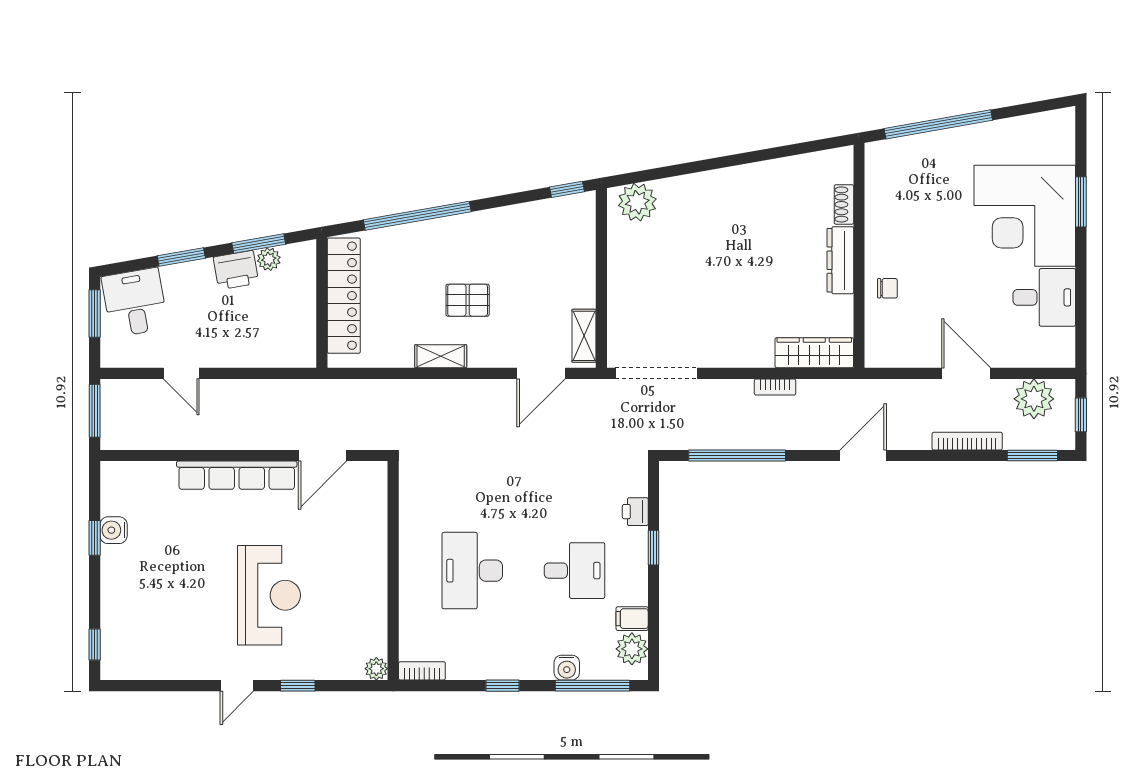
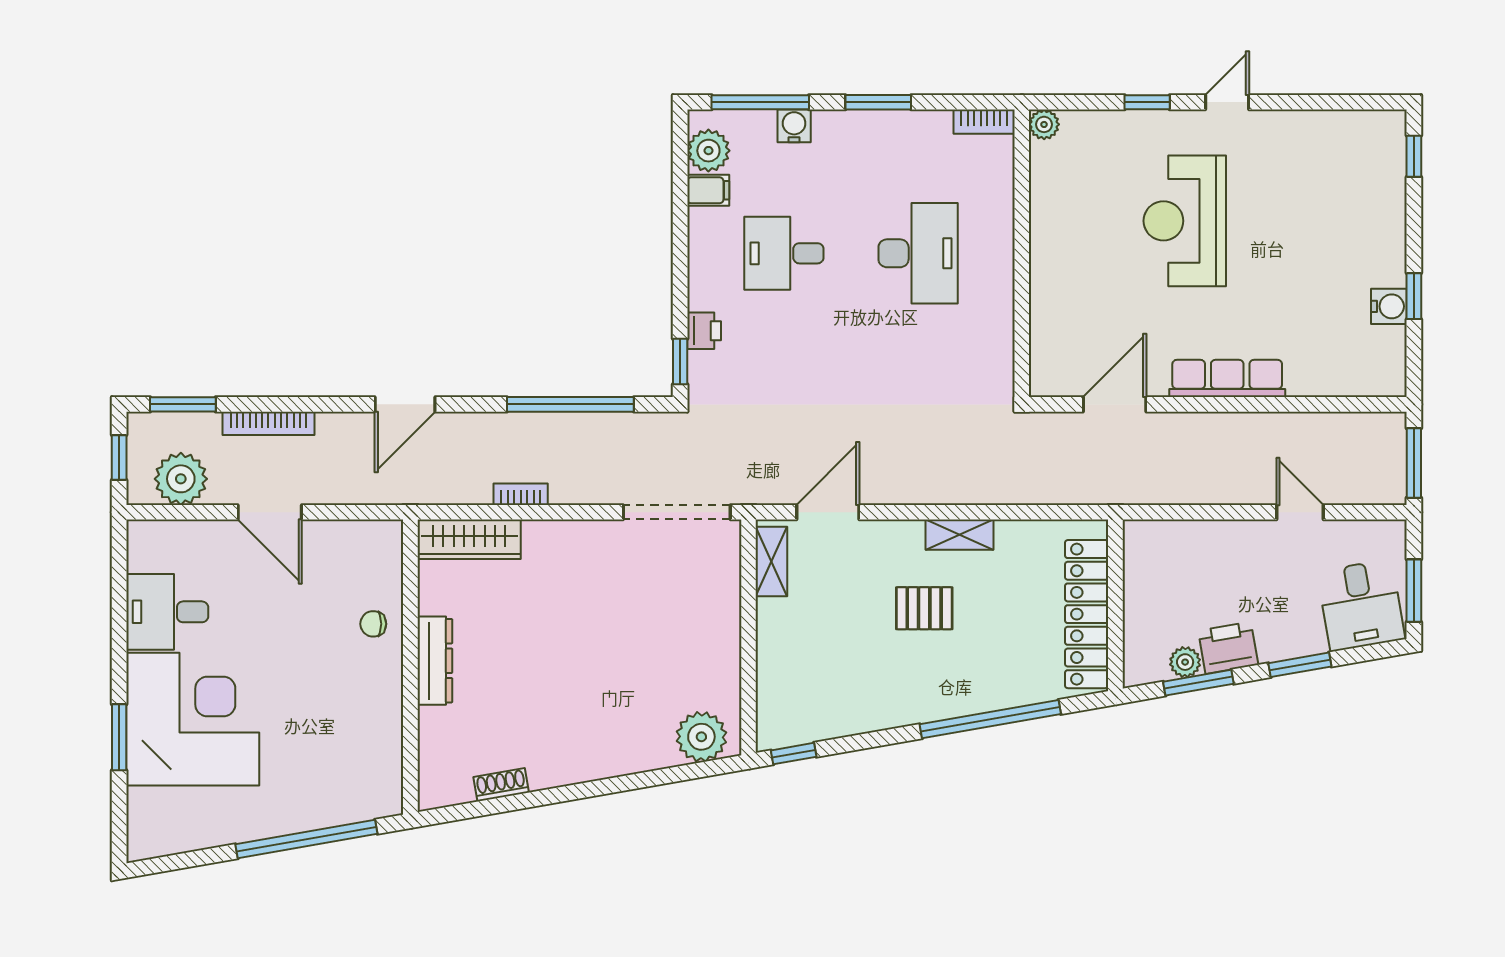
shoe rack: (844, 204) -> (501, 785), moved, turned -100
row of seats: (237, 475) -> (1227, 378), width x0.73
window: (654, 548) -> (680, 362), moved
window: (503, 686) -> (878, 102), width x1.50

